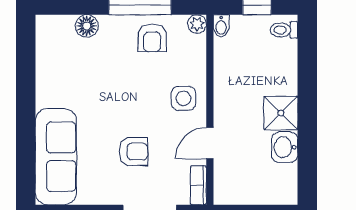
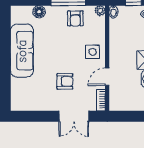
sofa: (56, 157) -> (22, 51), moved

